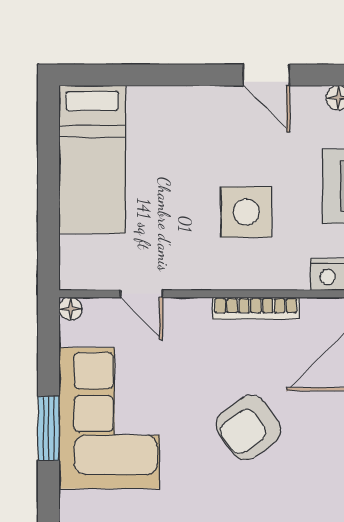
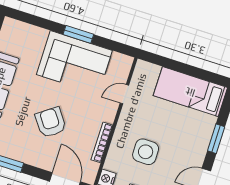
window: (173, 75) -> (216, 139), added
floor lamp: (70, 309) -> (128, 61), removed

